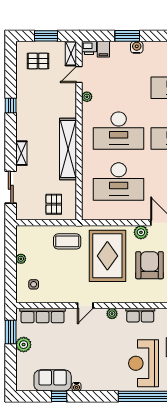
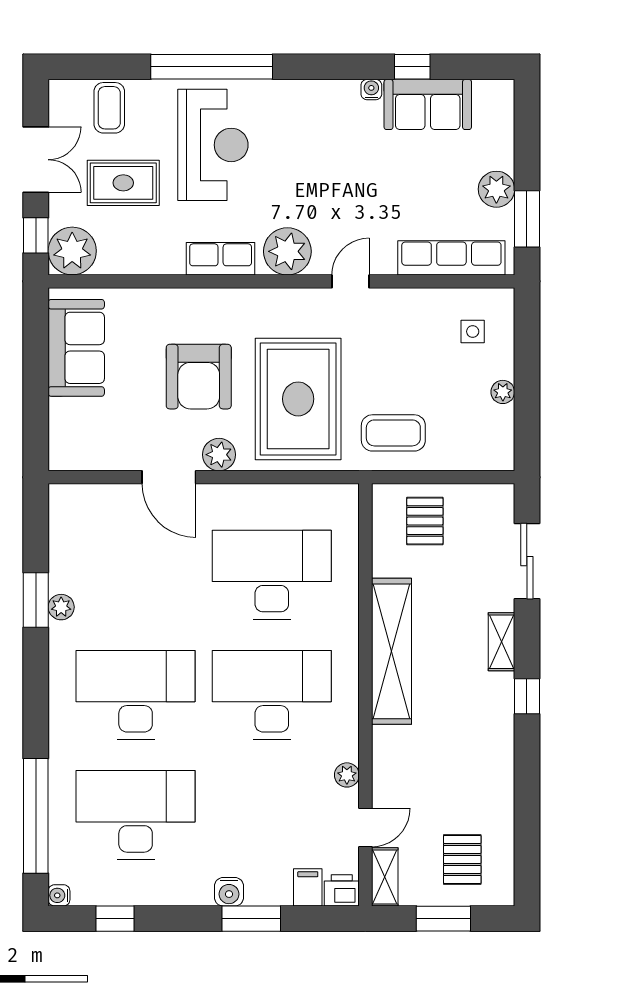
pallet: (38, 61) -> (462, 859), turned 90
window: (11, 106) -> (527, 696), moved
plant: (112, 314) -> (287, 251), width x1.87, depth x1.87

